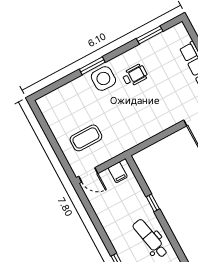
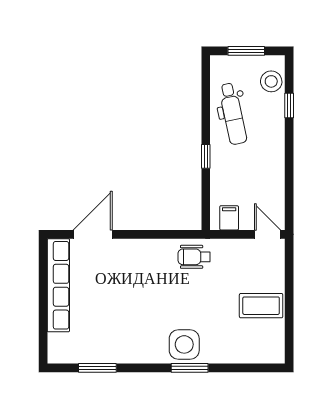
wheelchair: (135, 75) -> (194, 257), moved
coffee table: (86, 138) -> (261, 306), moved

